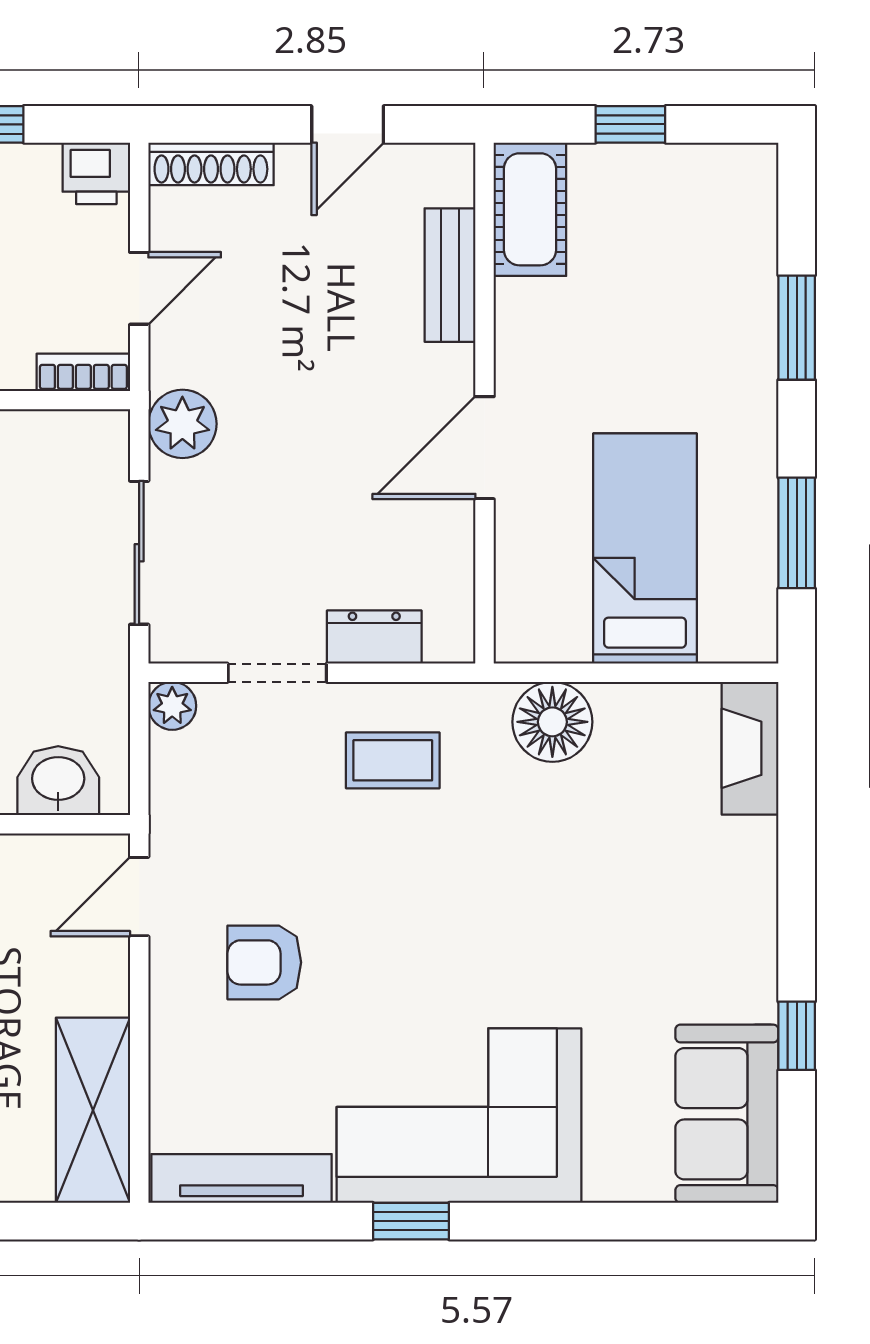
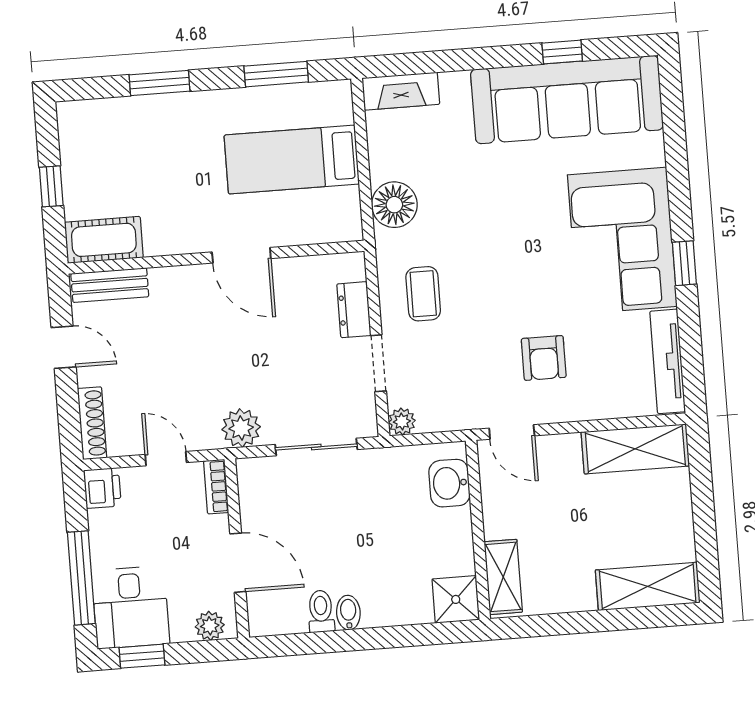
bench: (450, 275) -> (110, 285), moved
sofa: (727, 1114) -> (567, 100), width x1.85, depth x1.27

